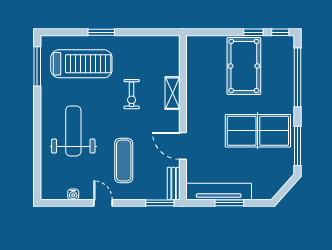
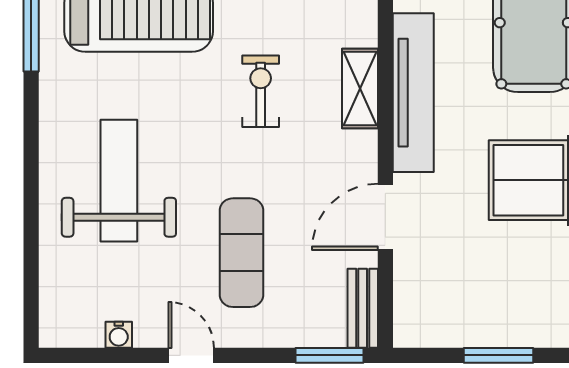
exercise bike: (132, 94) -> (261, 91), turned 180
door: (183, 146) -> (385, 217), hinge flipped
tv unit: (219, 191) -> (413, 93), moved, turned 90

